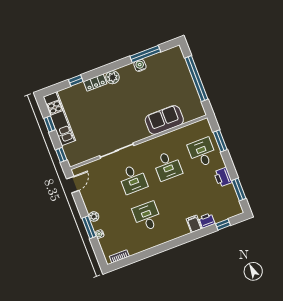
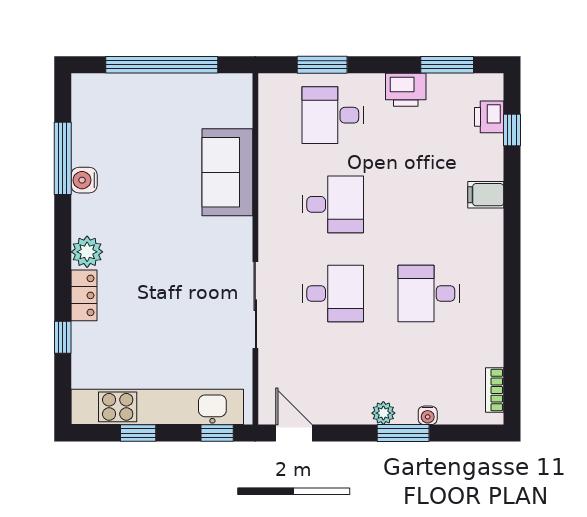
kitchen unit: (59, 119) -> (157, 407), width x1.36
printer: (207, 220) -> (489, 117), moved

